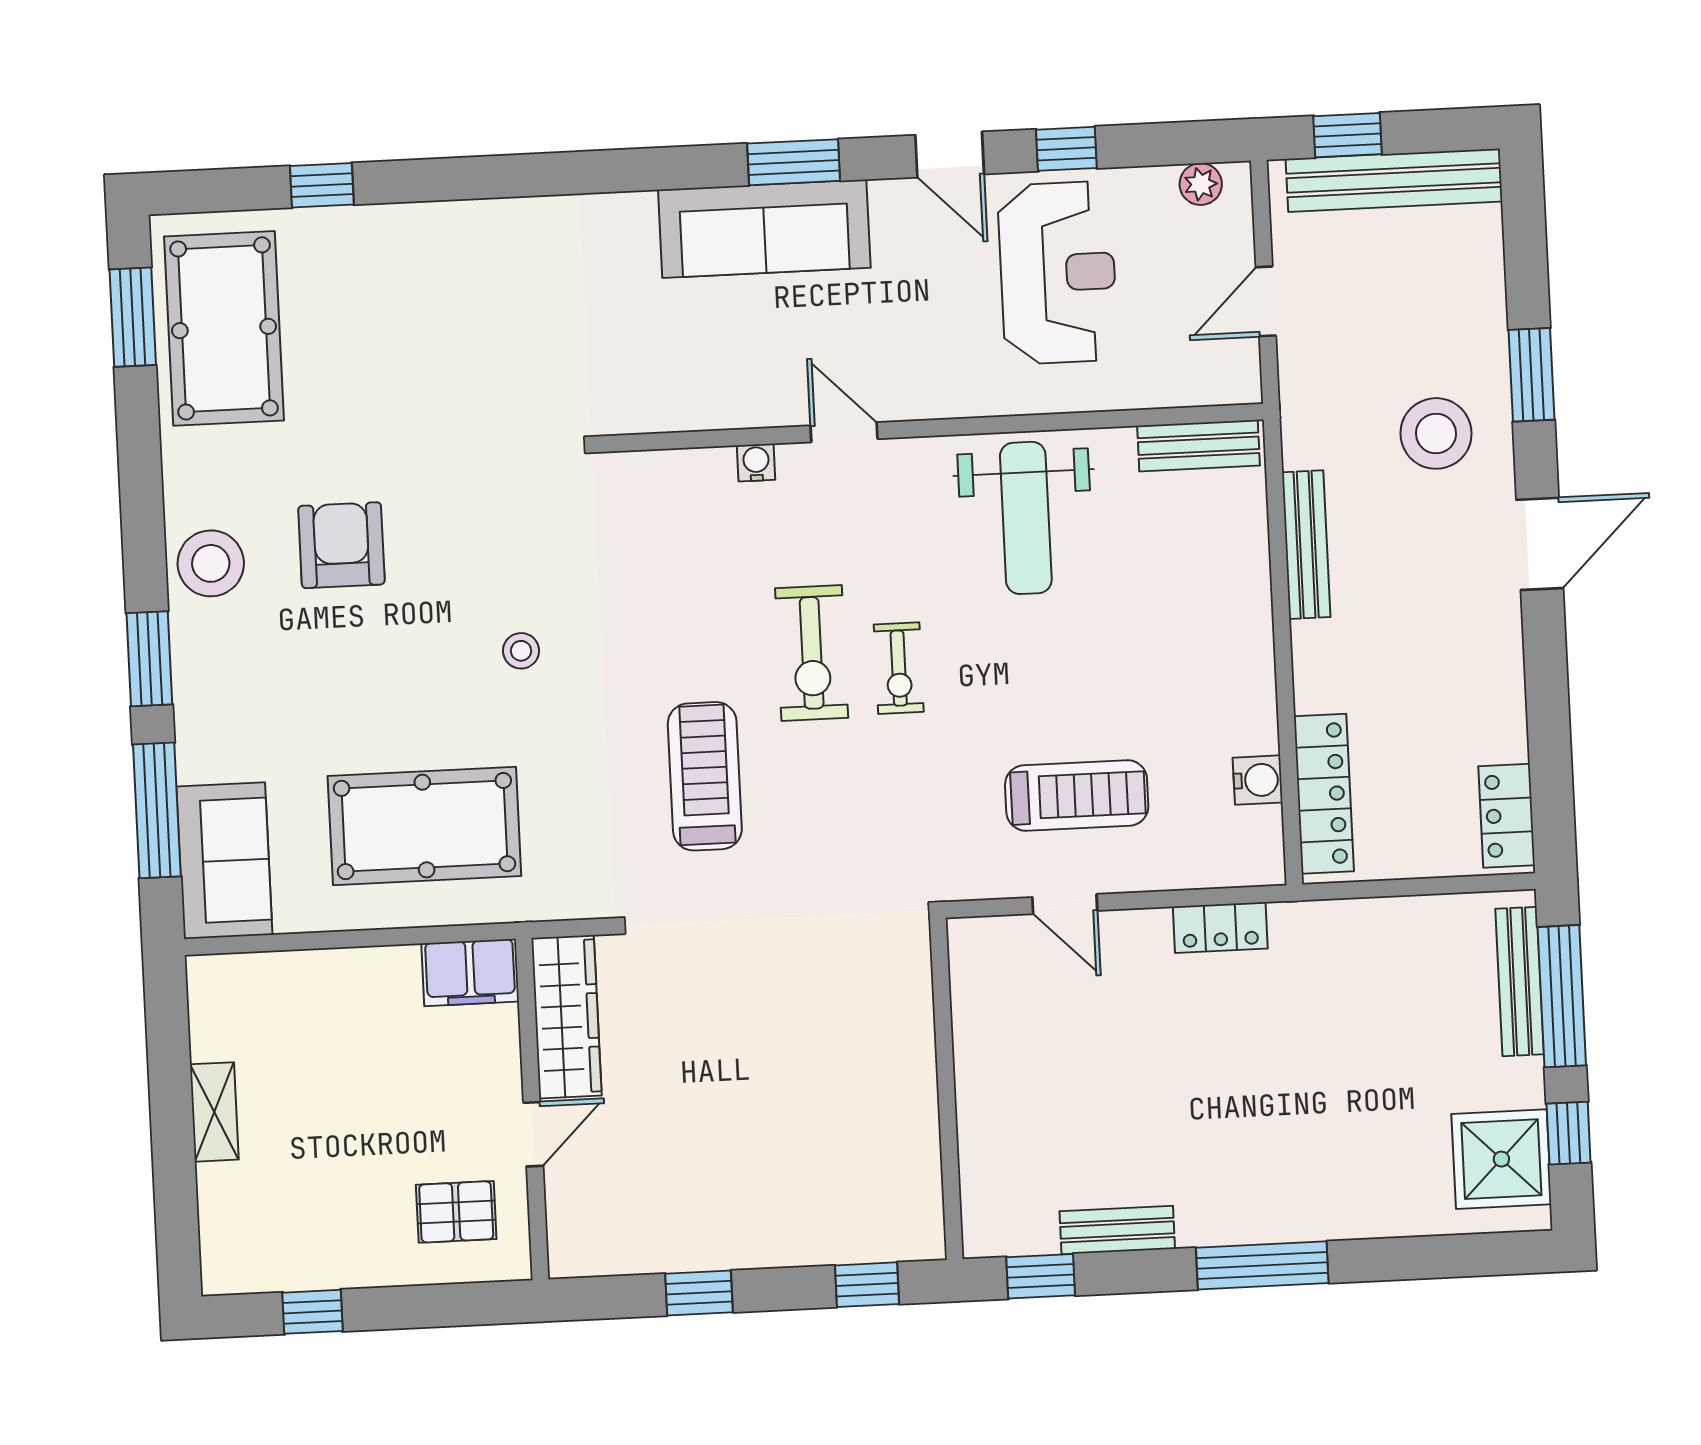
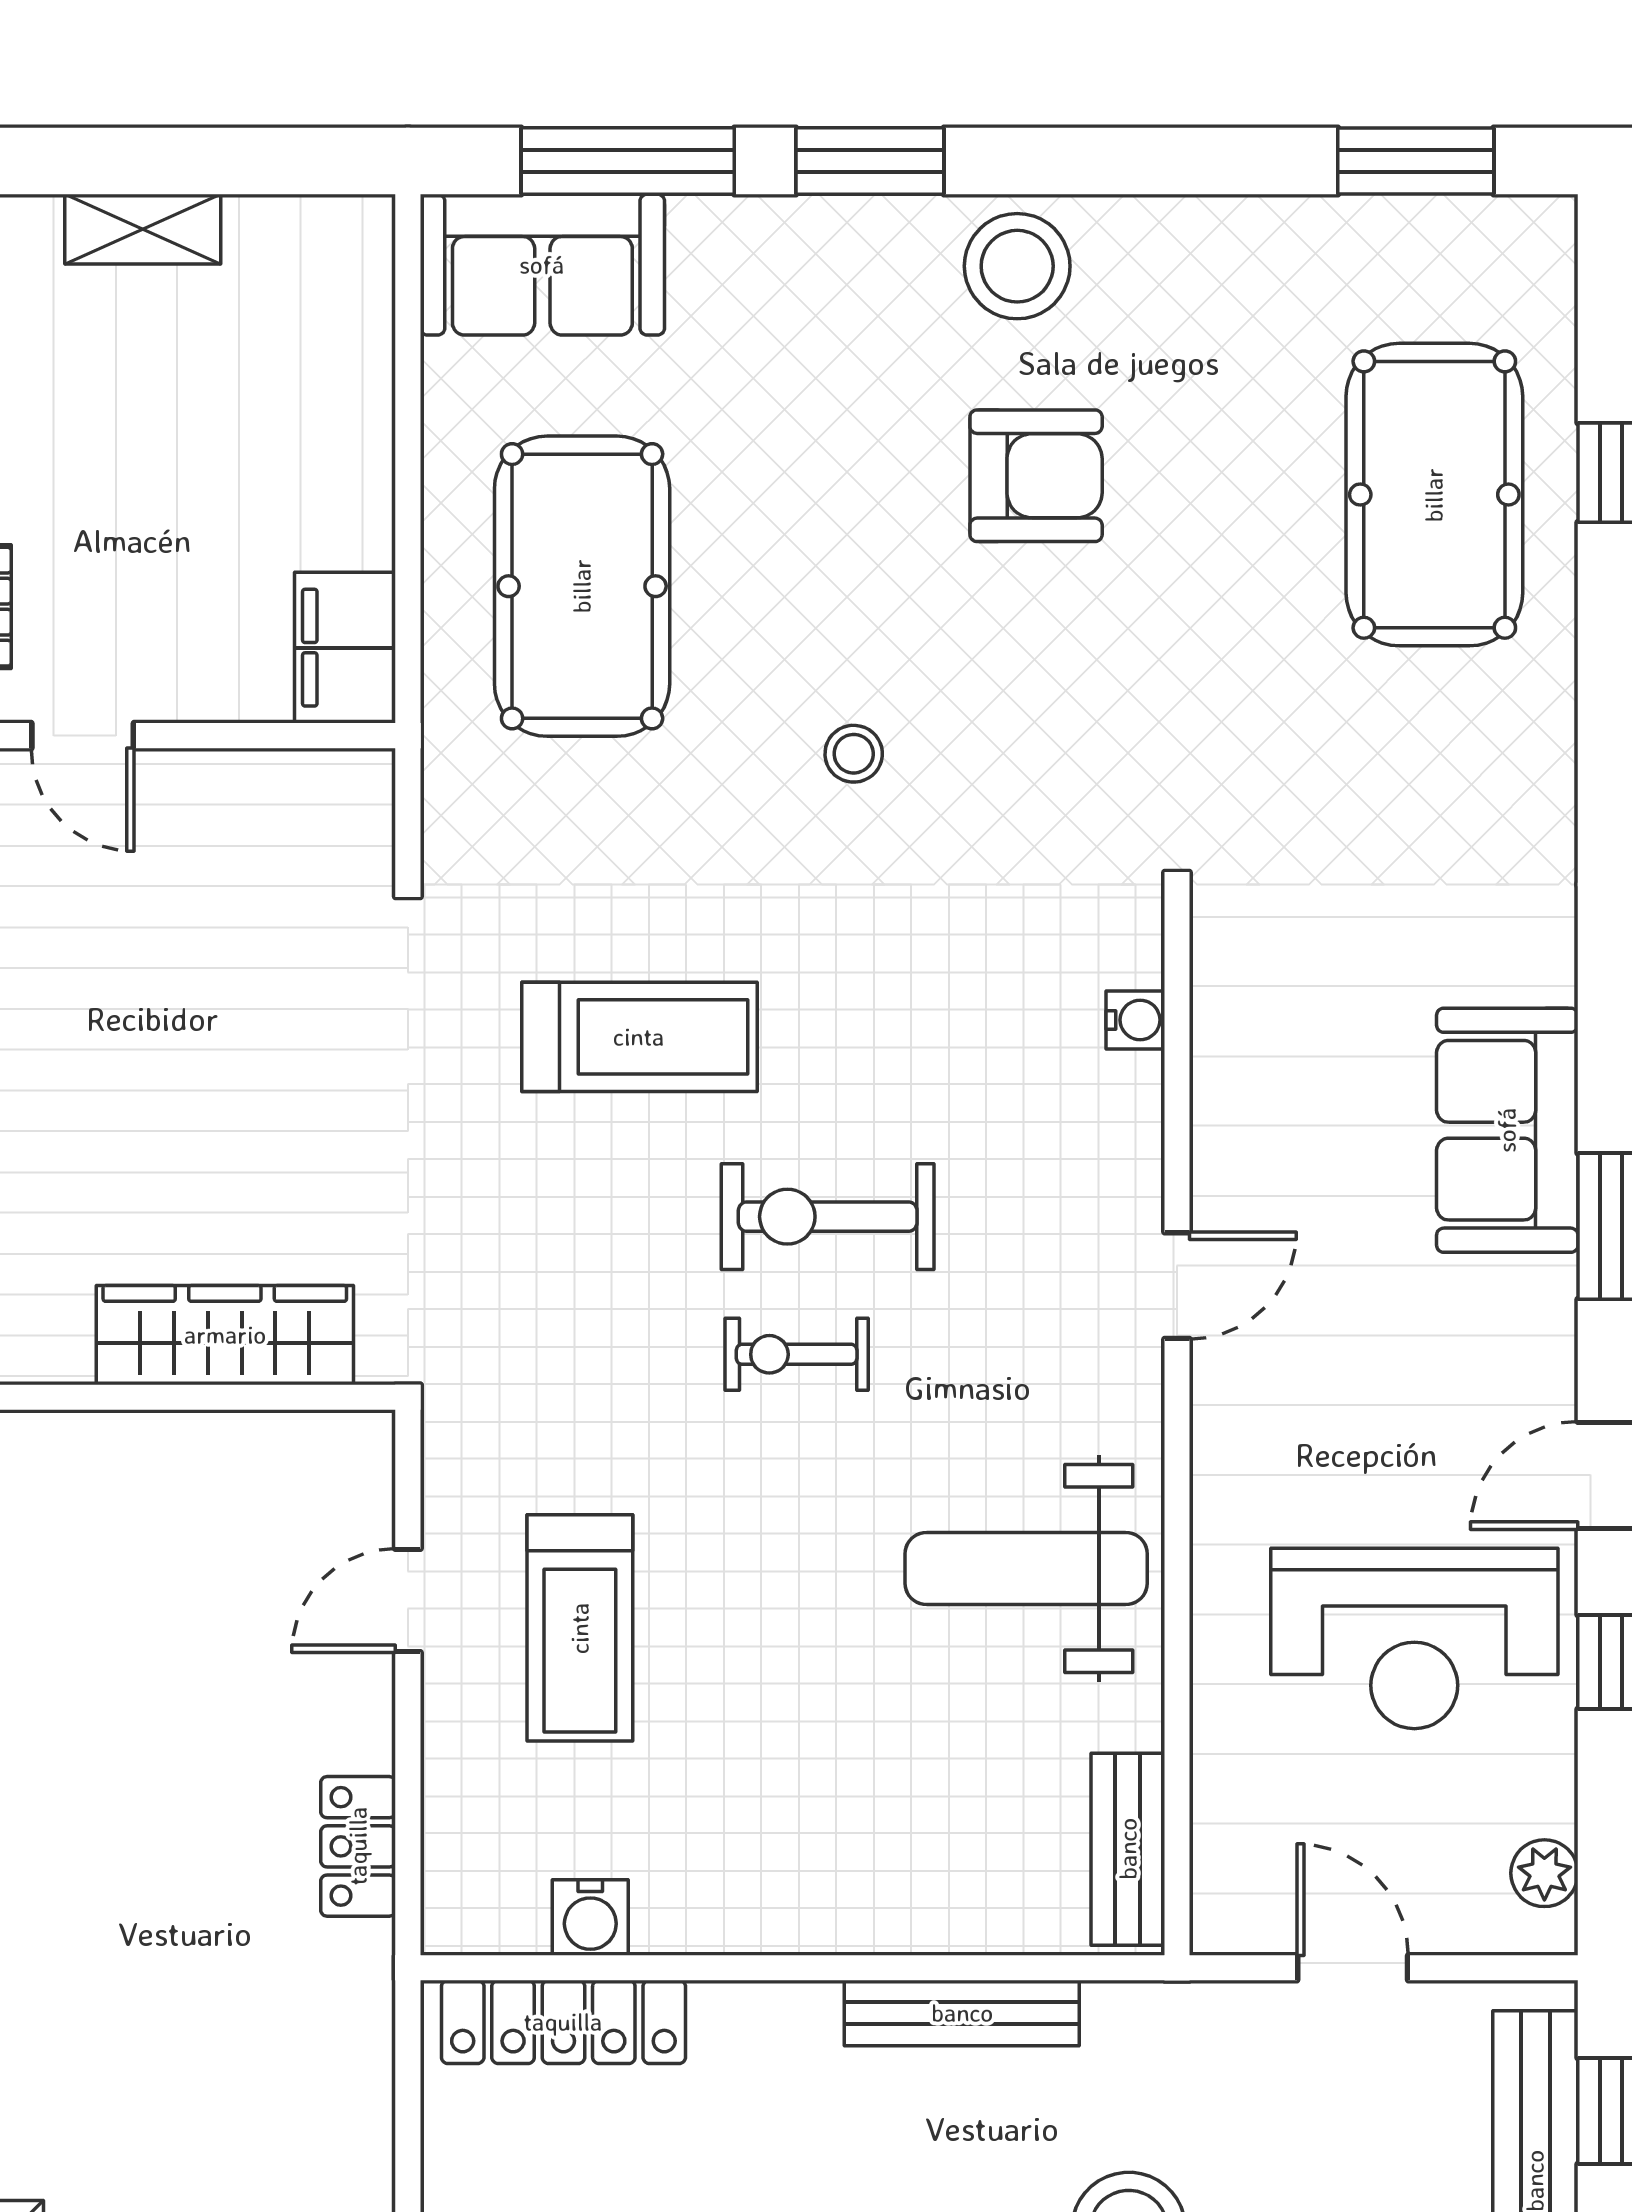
sofa: (764, 229) -> (1507, 1130), width x0.73
pool table: (224, 328) -> (1434, 495), moved, turned 90
water cooler: (756, 463) -> (1135, 1020), moved
wardrobe: (567, 1017) -> (225, 1335), moved, turned 180

